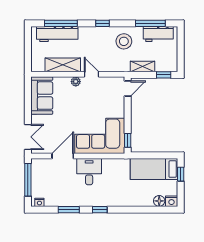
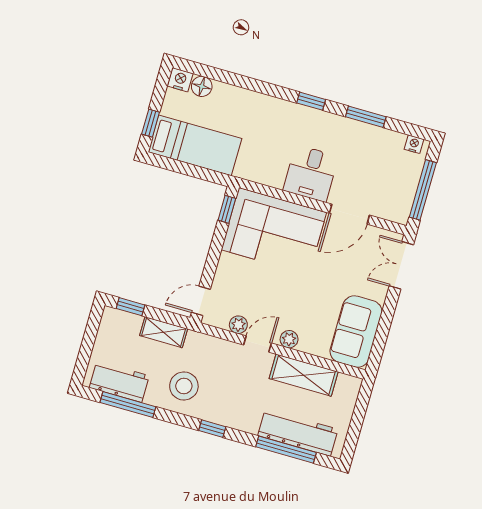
door: (92, 74) -> (258, 344), swing flipped
plant: (104, 82) -> (238, 325), added

